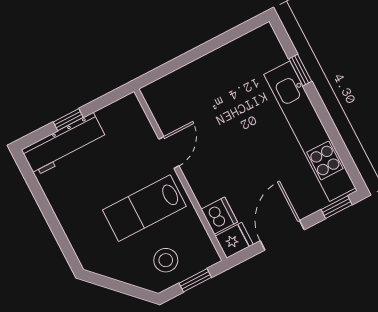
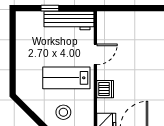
workbench: (64, 144) -> (69, 20), moved
dishwasher: (219, 216) -> (105, 89), moved

